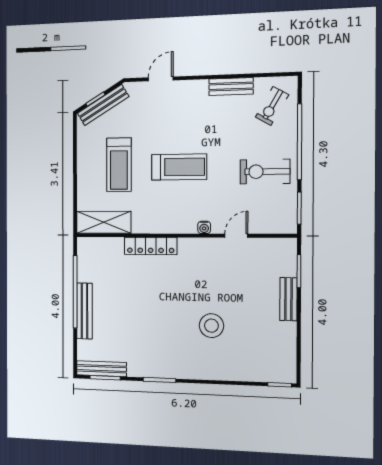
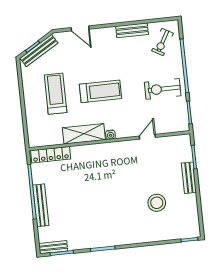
door: (161, 79) -> (80, 28), swing flipped
treadmill: (119, 165) -> (56, 94), turned 180
shelving: (104, 222) -> (84, 134), moved
water cooler: (204, 227) -> (110, 135), moved
locker: (151, 246) -> (51, 155), moved
stool: (211, 326) -> (157, 203), moved
bench: (101, 369) -> (53, 247), width x0.73

